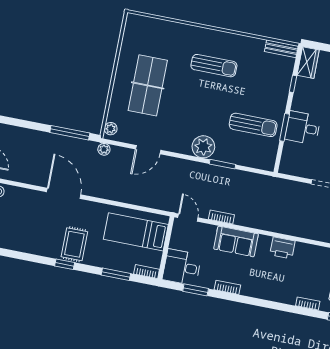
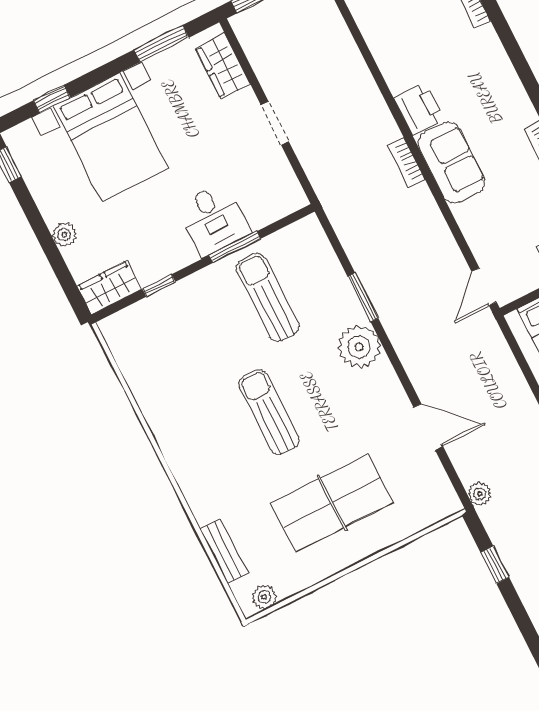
bench: (281, 49) -> (224, 551), moved
sun lounger: (214, 66) -> (269, 412), moved
plant: (111, 129) -> (264, 597), moved
window: (70, 133) -> (495, 565), width x0.46
bookcase: (221, 217) -> (406, 163), moved
sofa: (236, 241) -> (451, 163), moved

